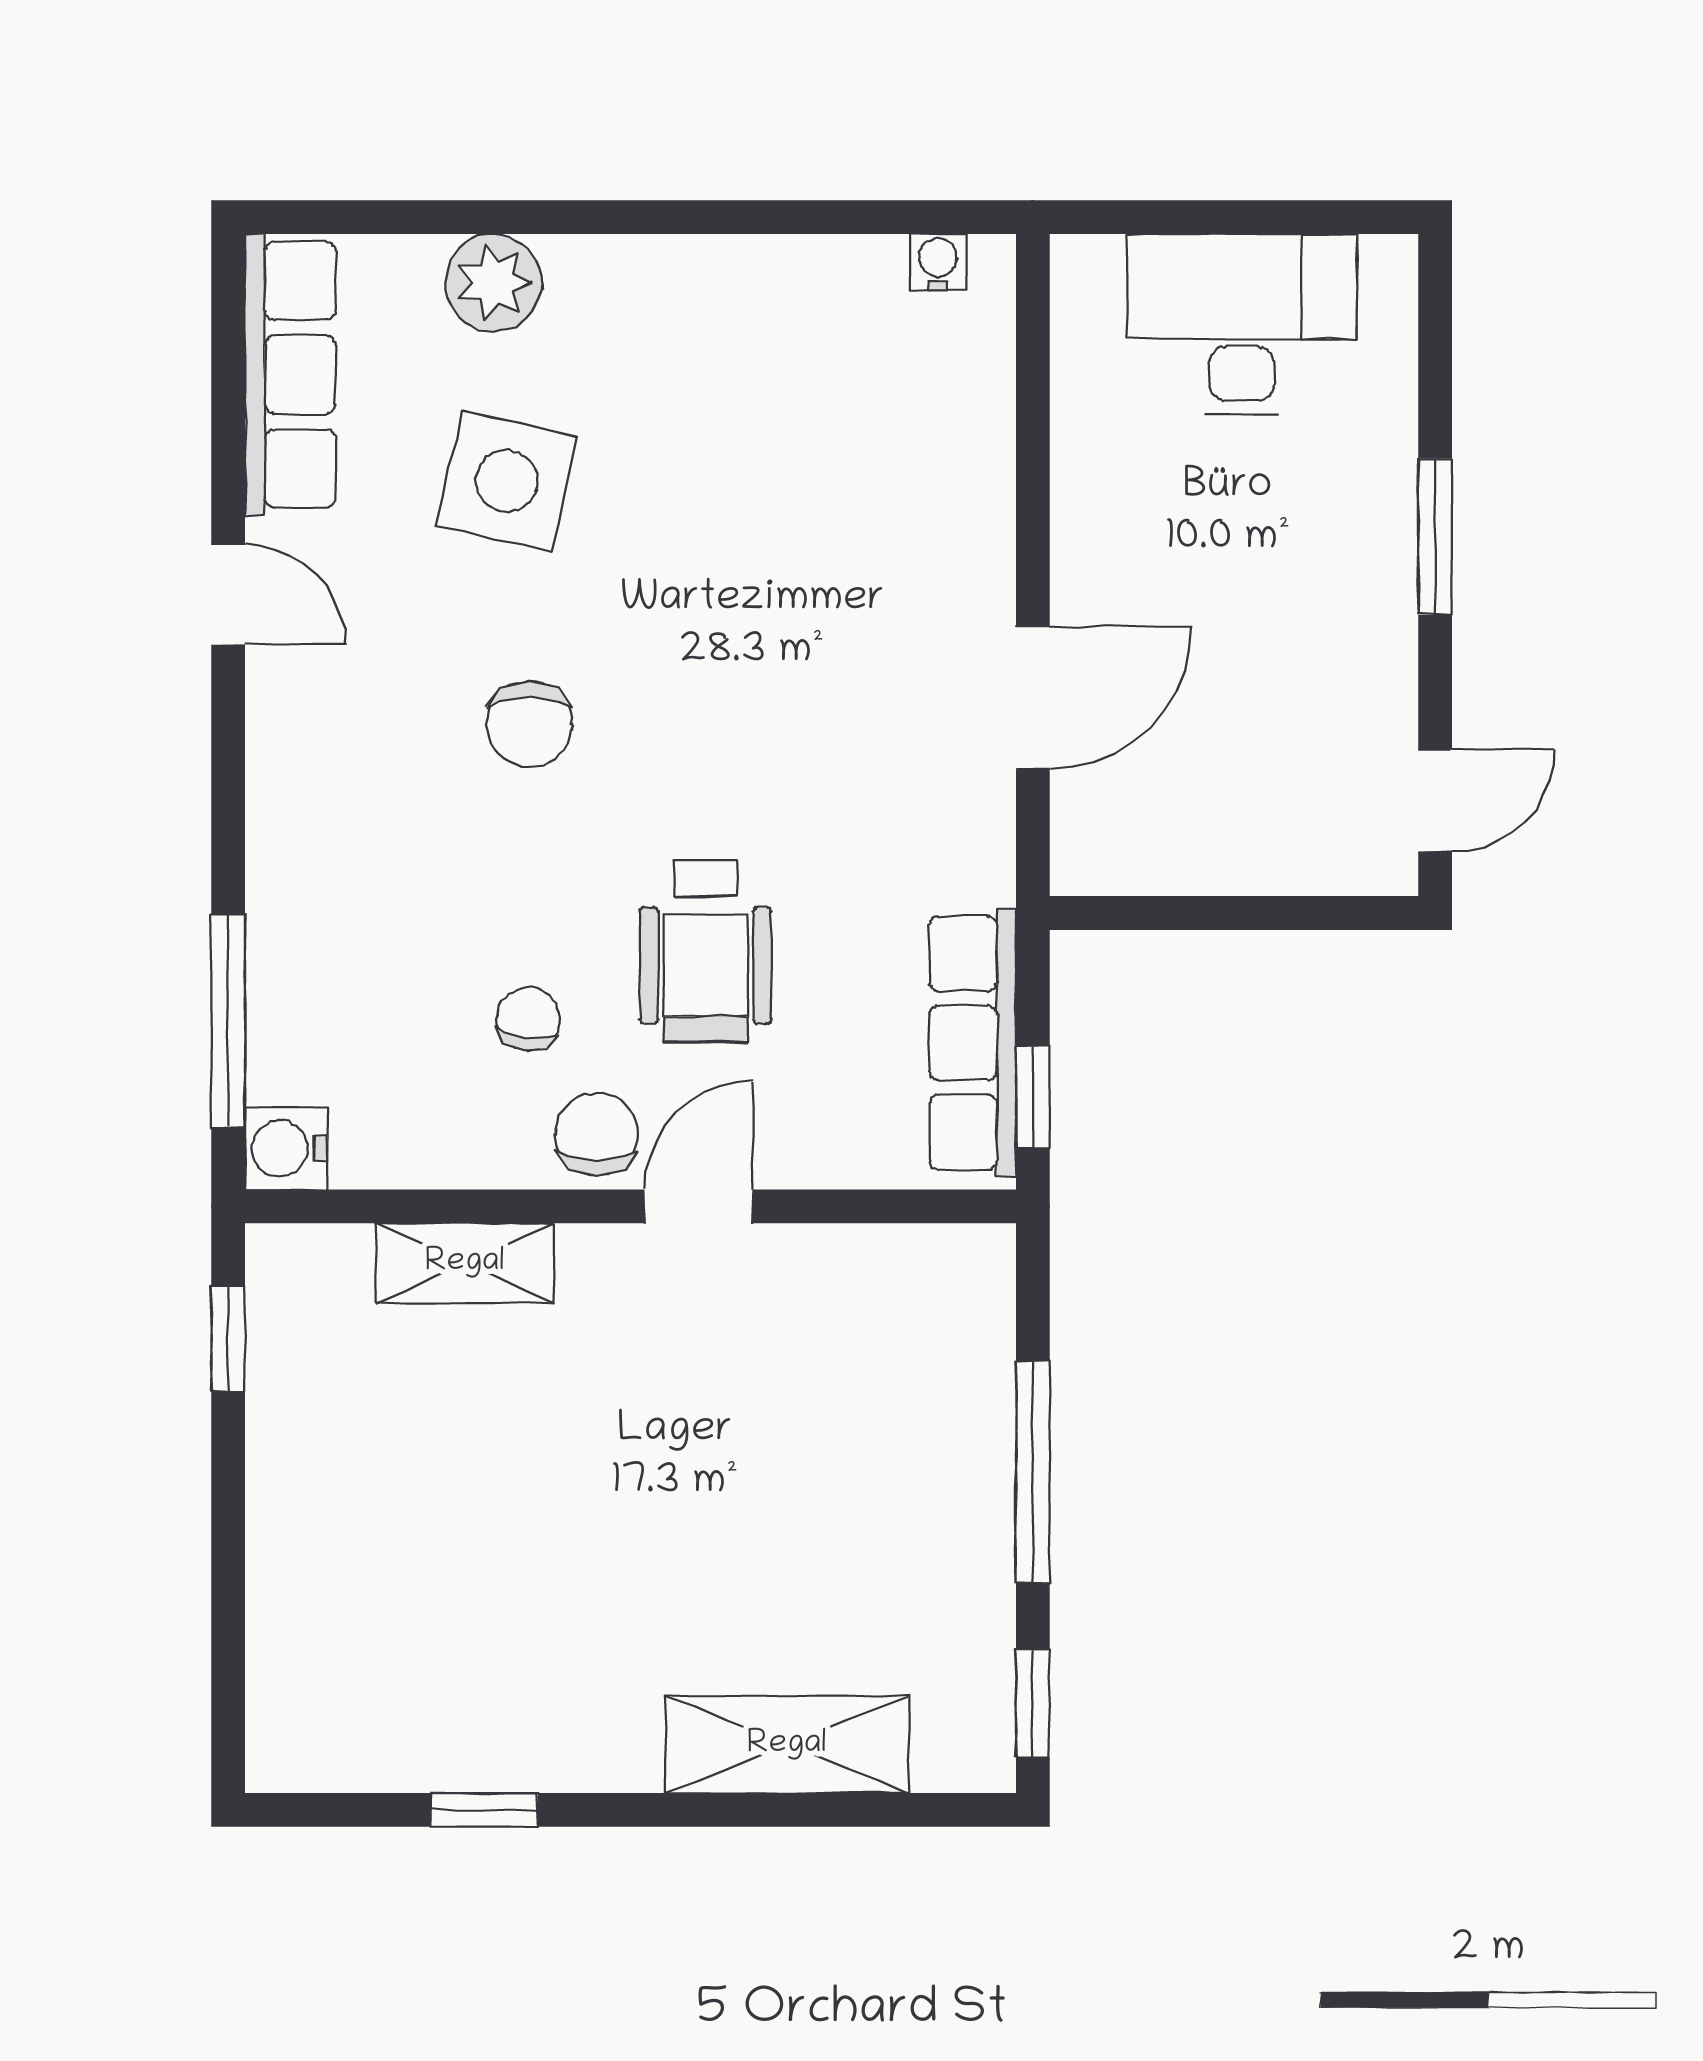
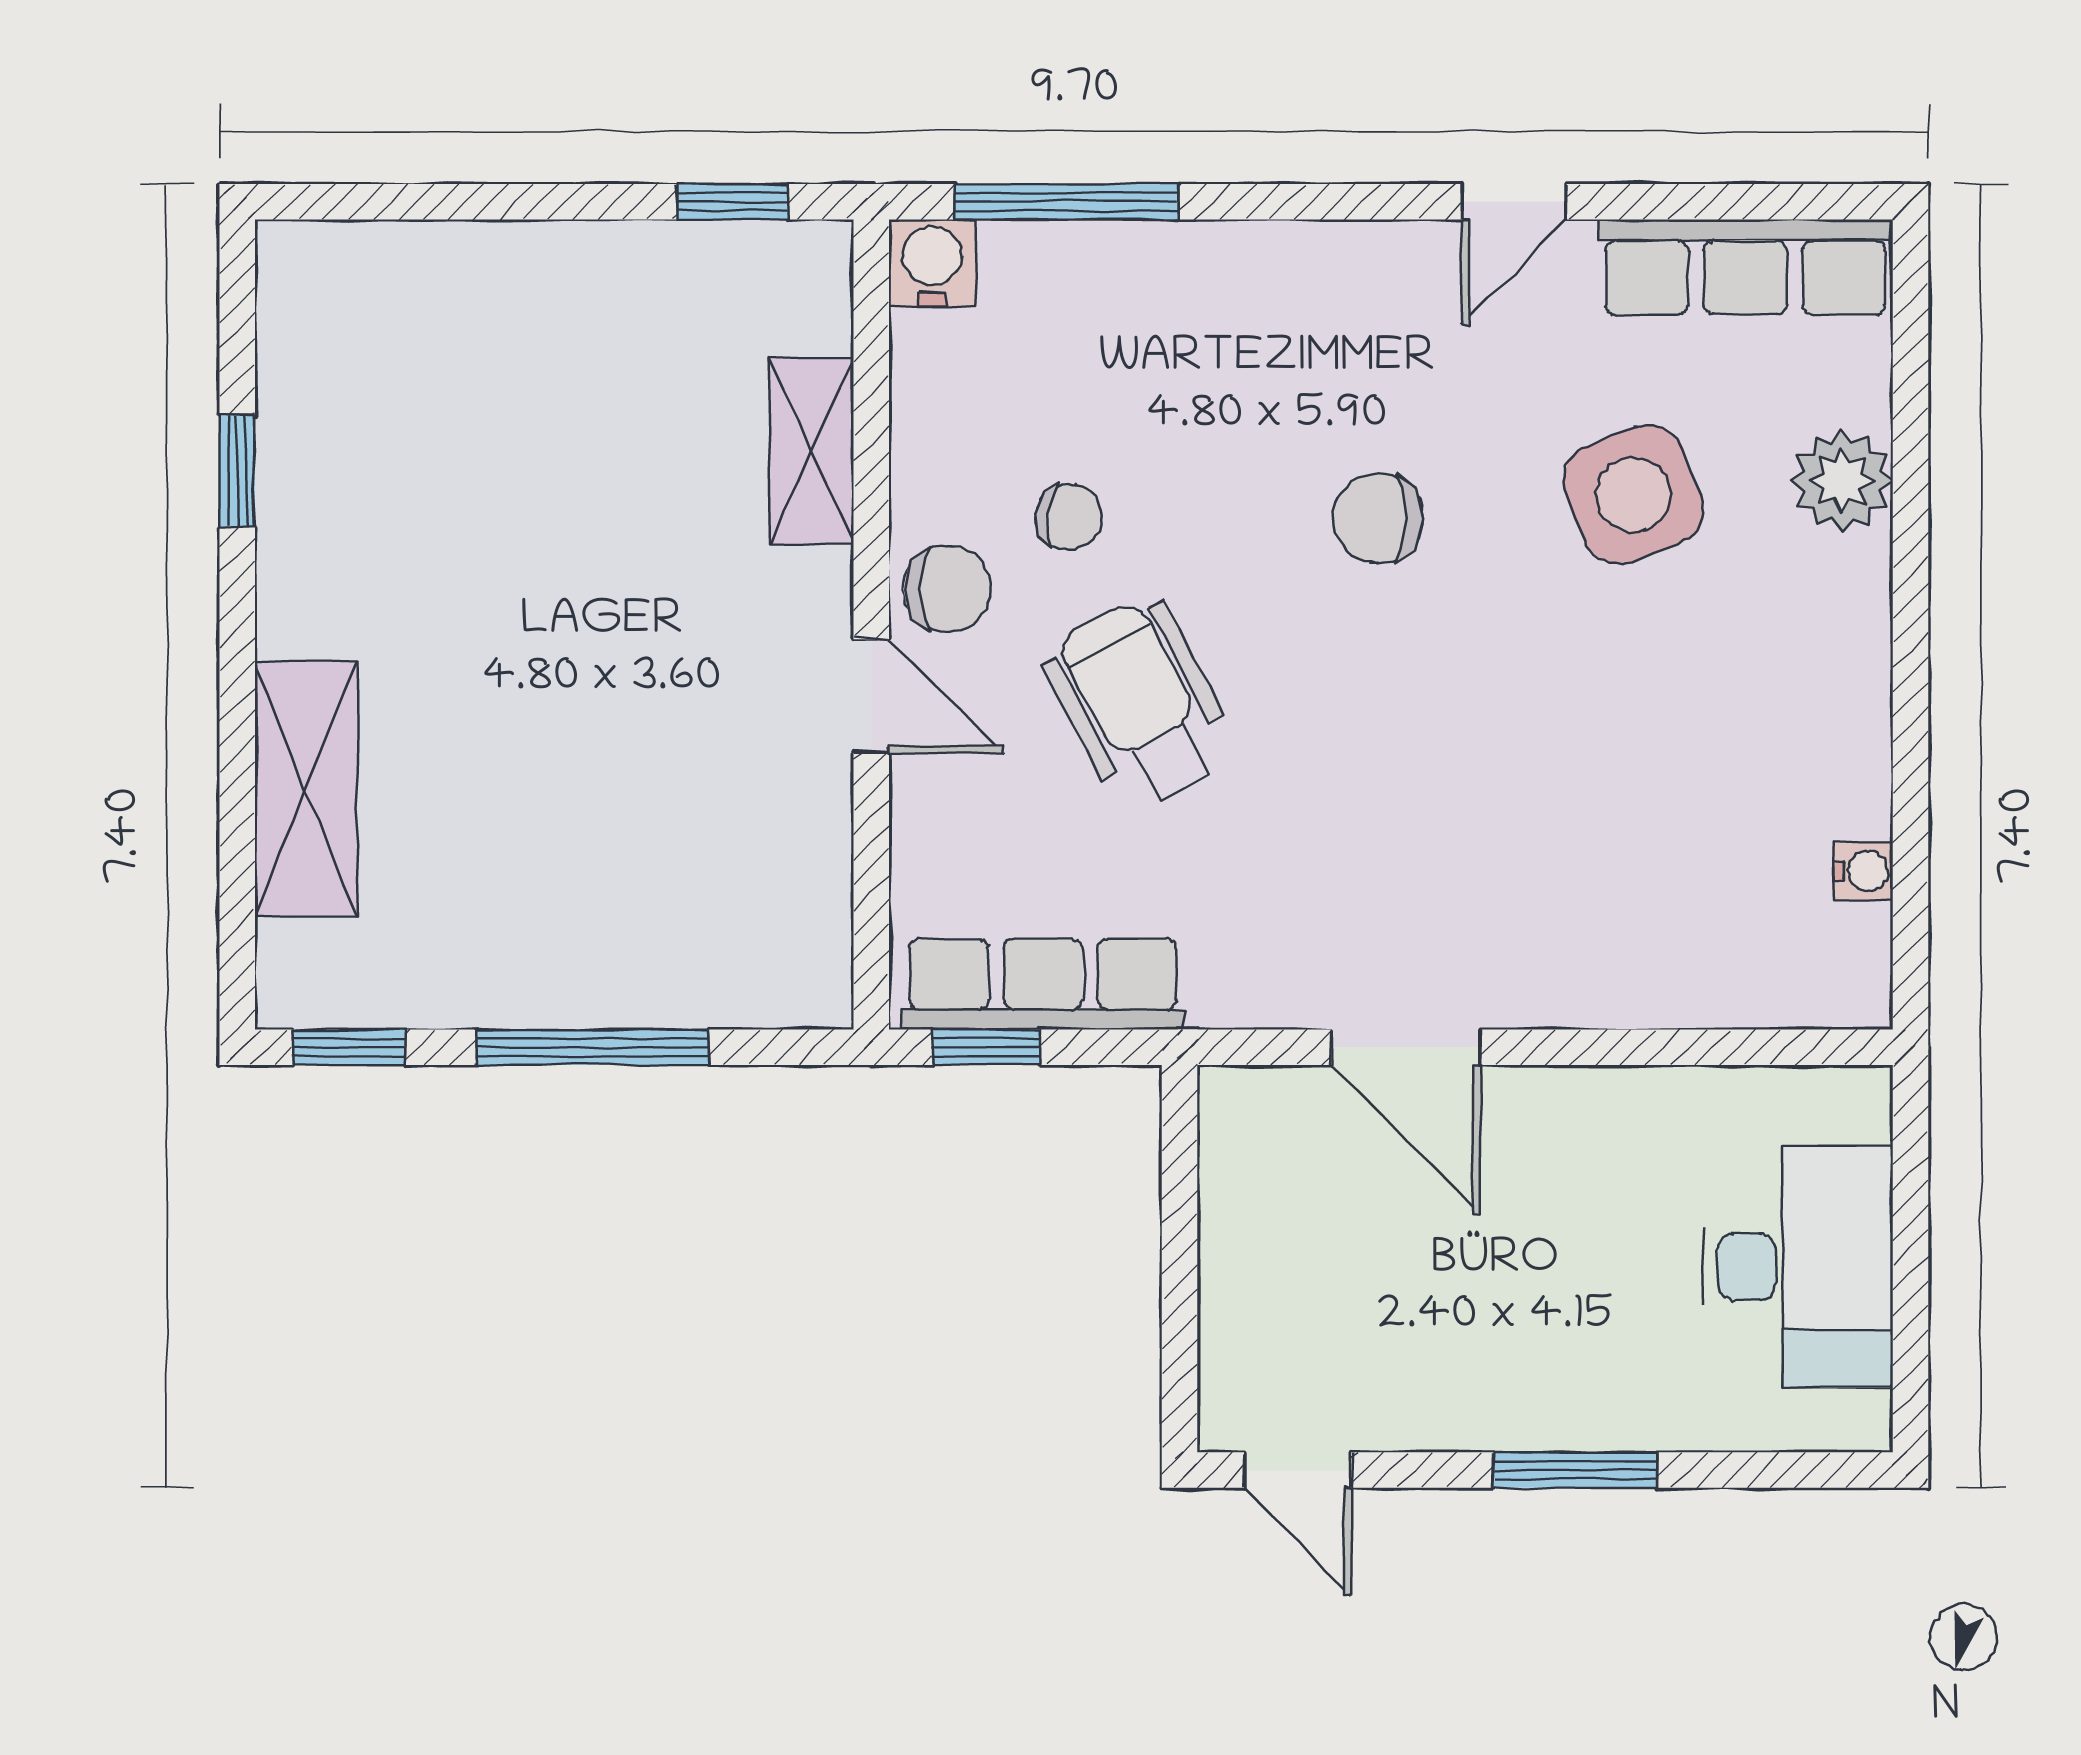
water cooler: (938, 262) -> (1863, 871), moved
side table: (507, 481) -> (1633, 495), turned -34
wheelchair: (706, 951) -> (1140, 704), turned 62

